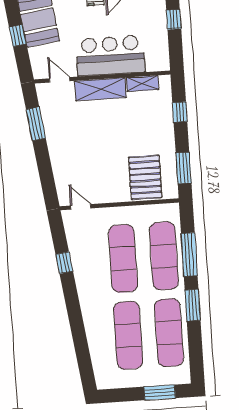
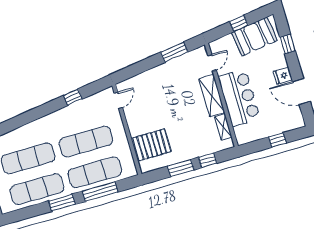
window: (184, 168) -> (181, 168), moved

